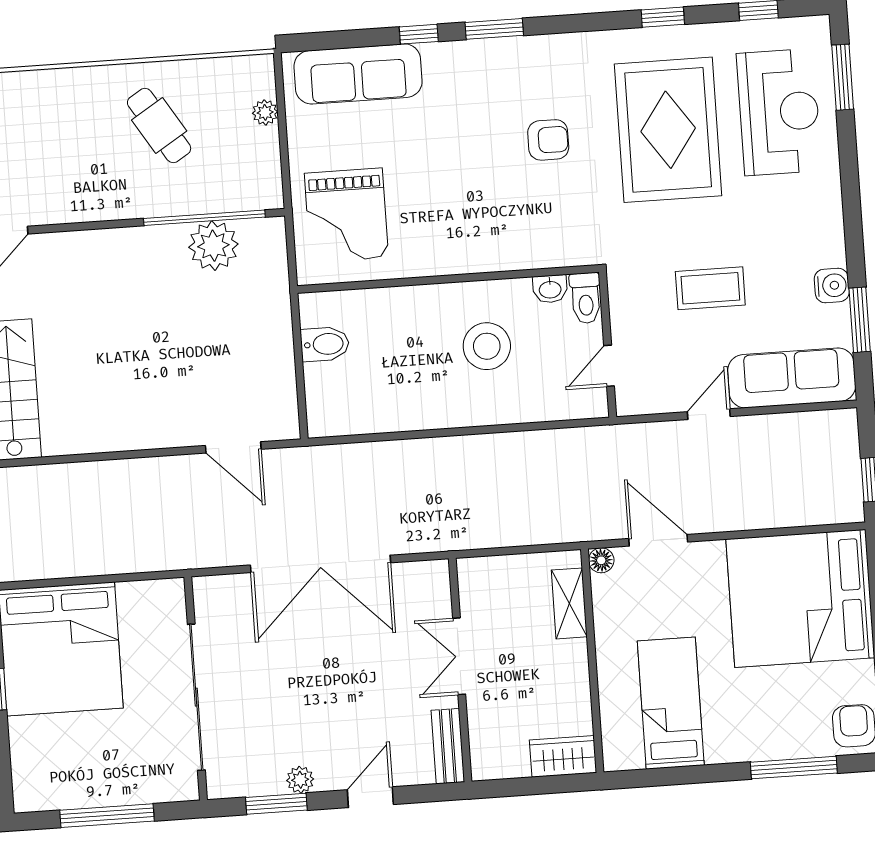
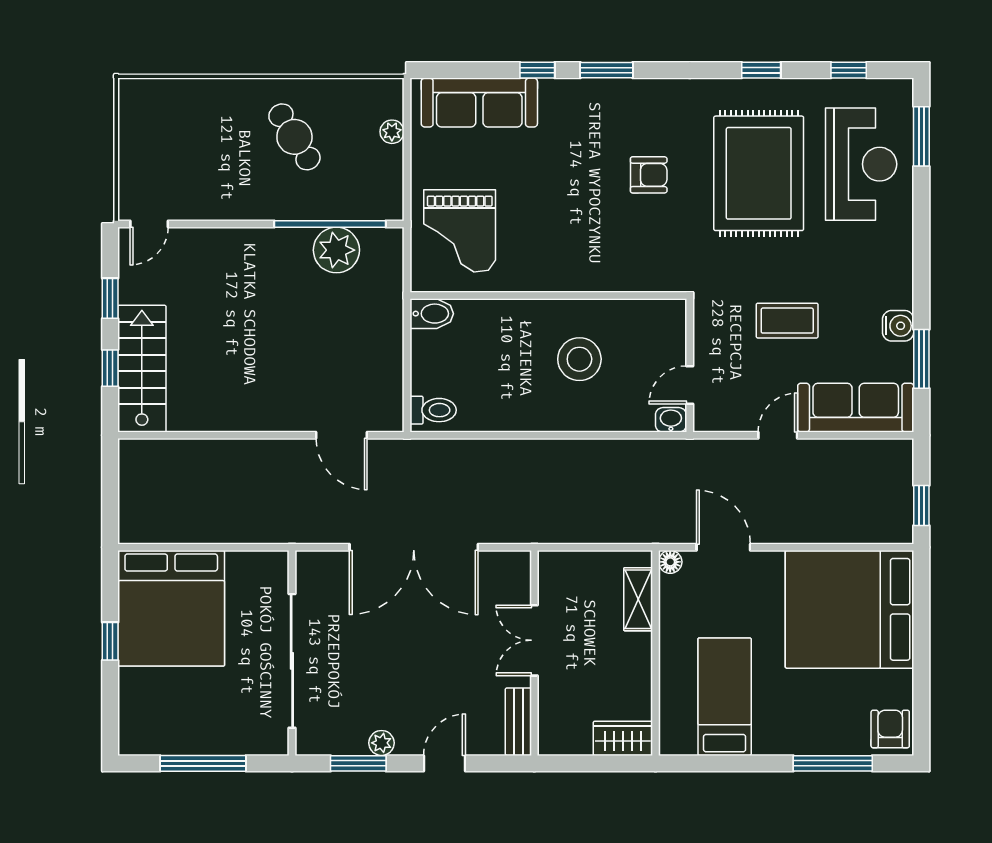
washbasin: (550, 289) -> (671, 420), moved, turned 180
toilet: (586, 298) -> (433, 410), moved, turned -90
bidet: (325, 344) -> (432, 314), moved

